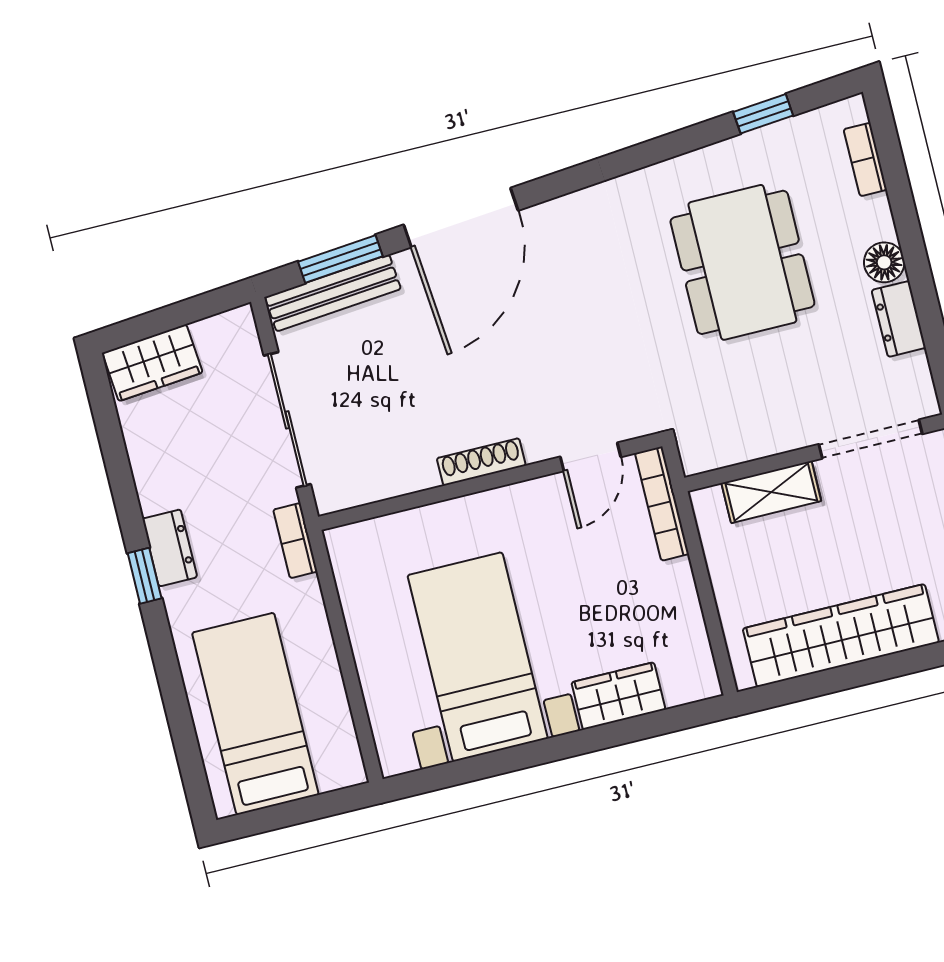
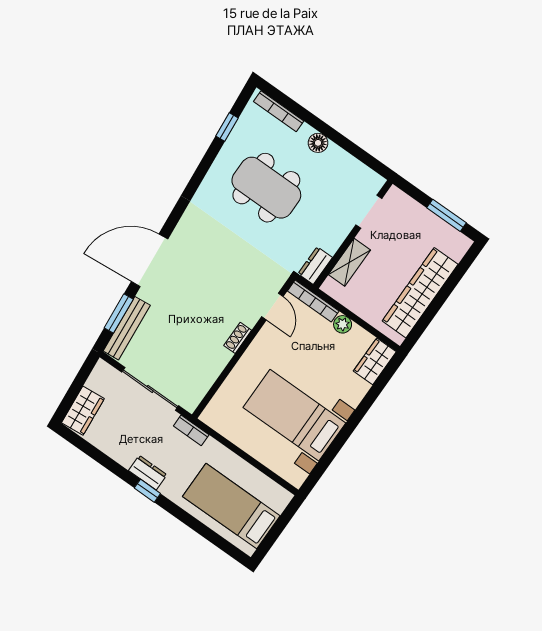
bookcase: (865, 159) -> (279, 111), width x1.56
door: (461, 218) -> (150, 260), swing flipped
dresser: (899, 319) -> (315, 266), moved, turned 90
doorway: (870, 439) -> (369, 212), width x0.73
shoe rack: (481, 462) -> (238, 338), width x0.70
plant: (676, 580) -> (343, 324), added
wardrobe: (618, 696) -> (375, 361), moved

